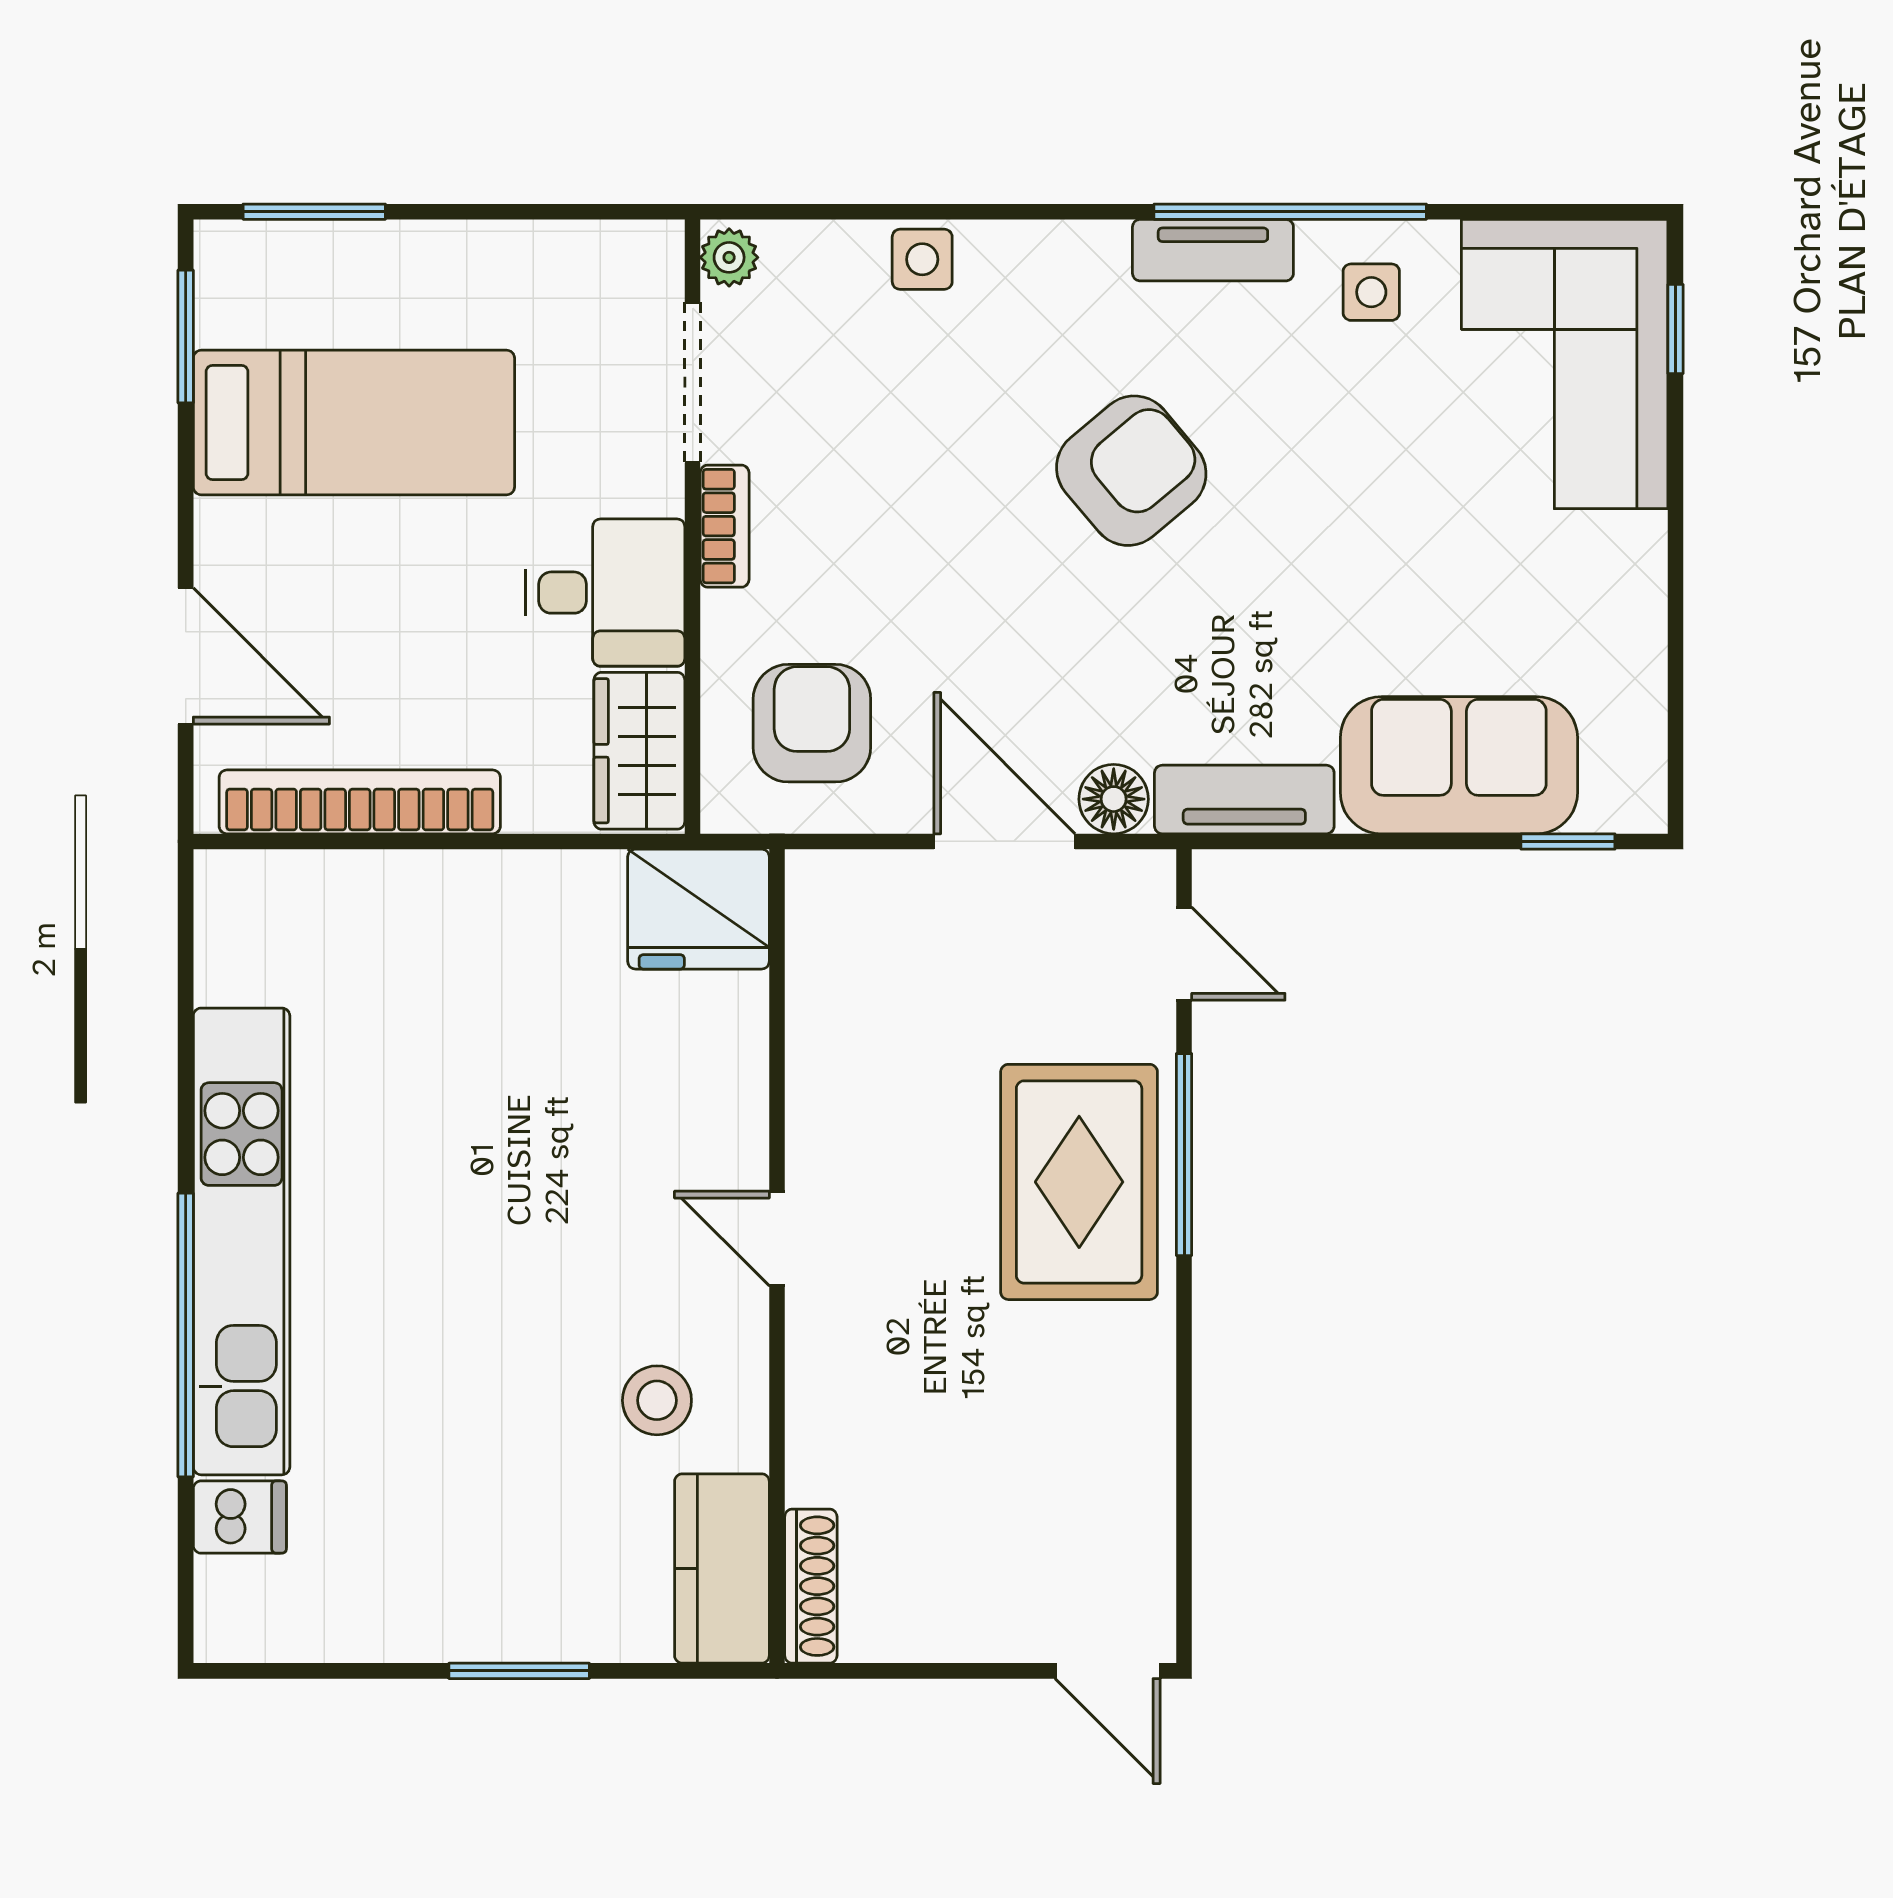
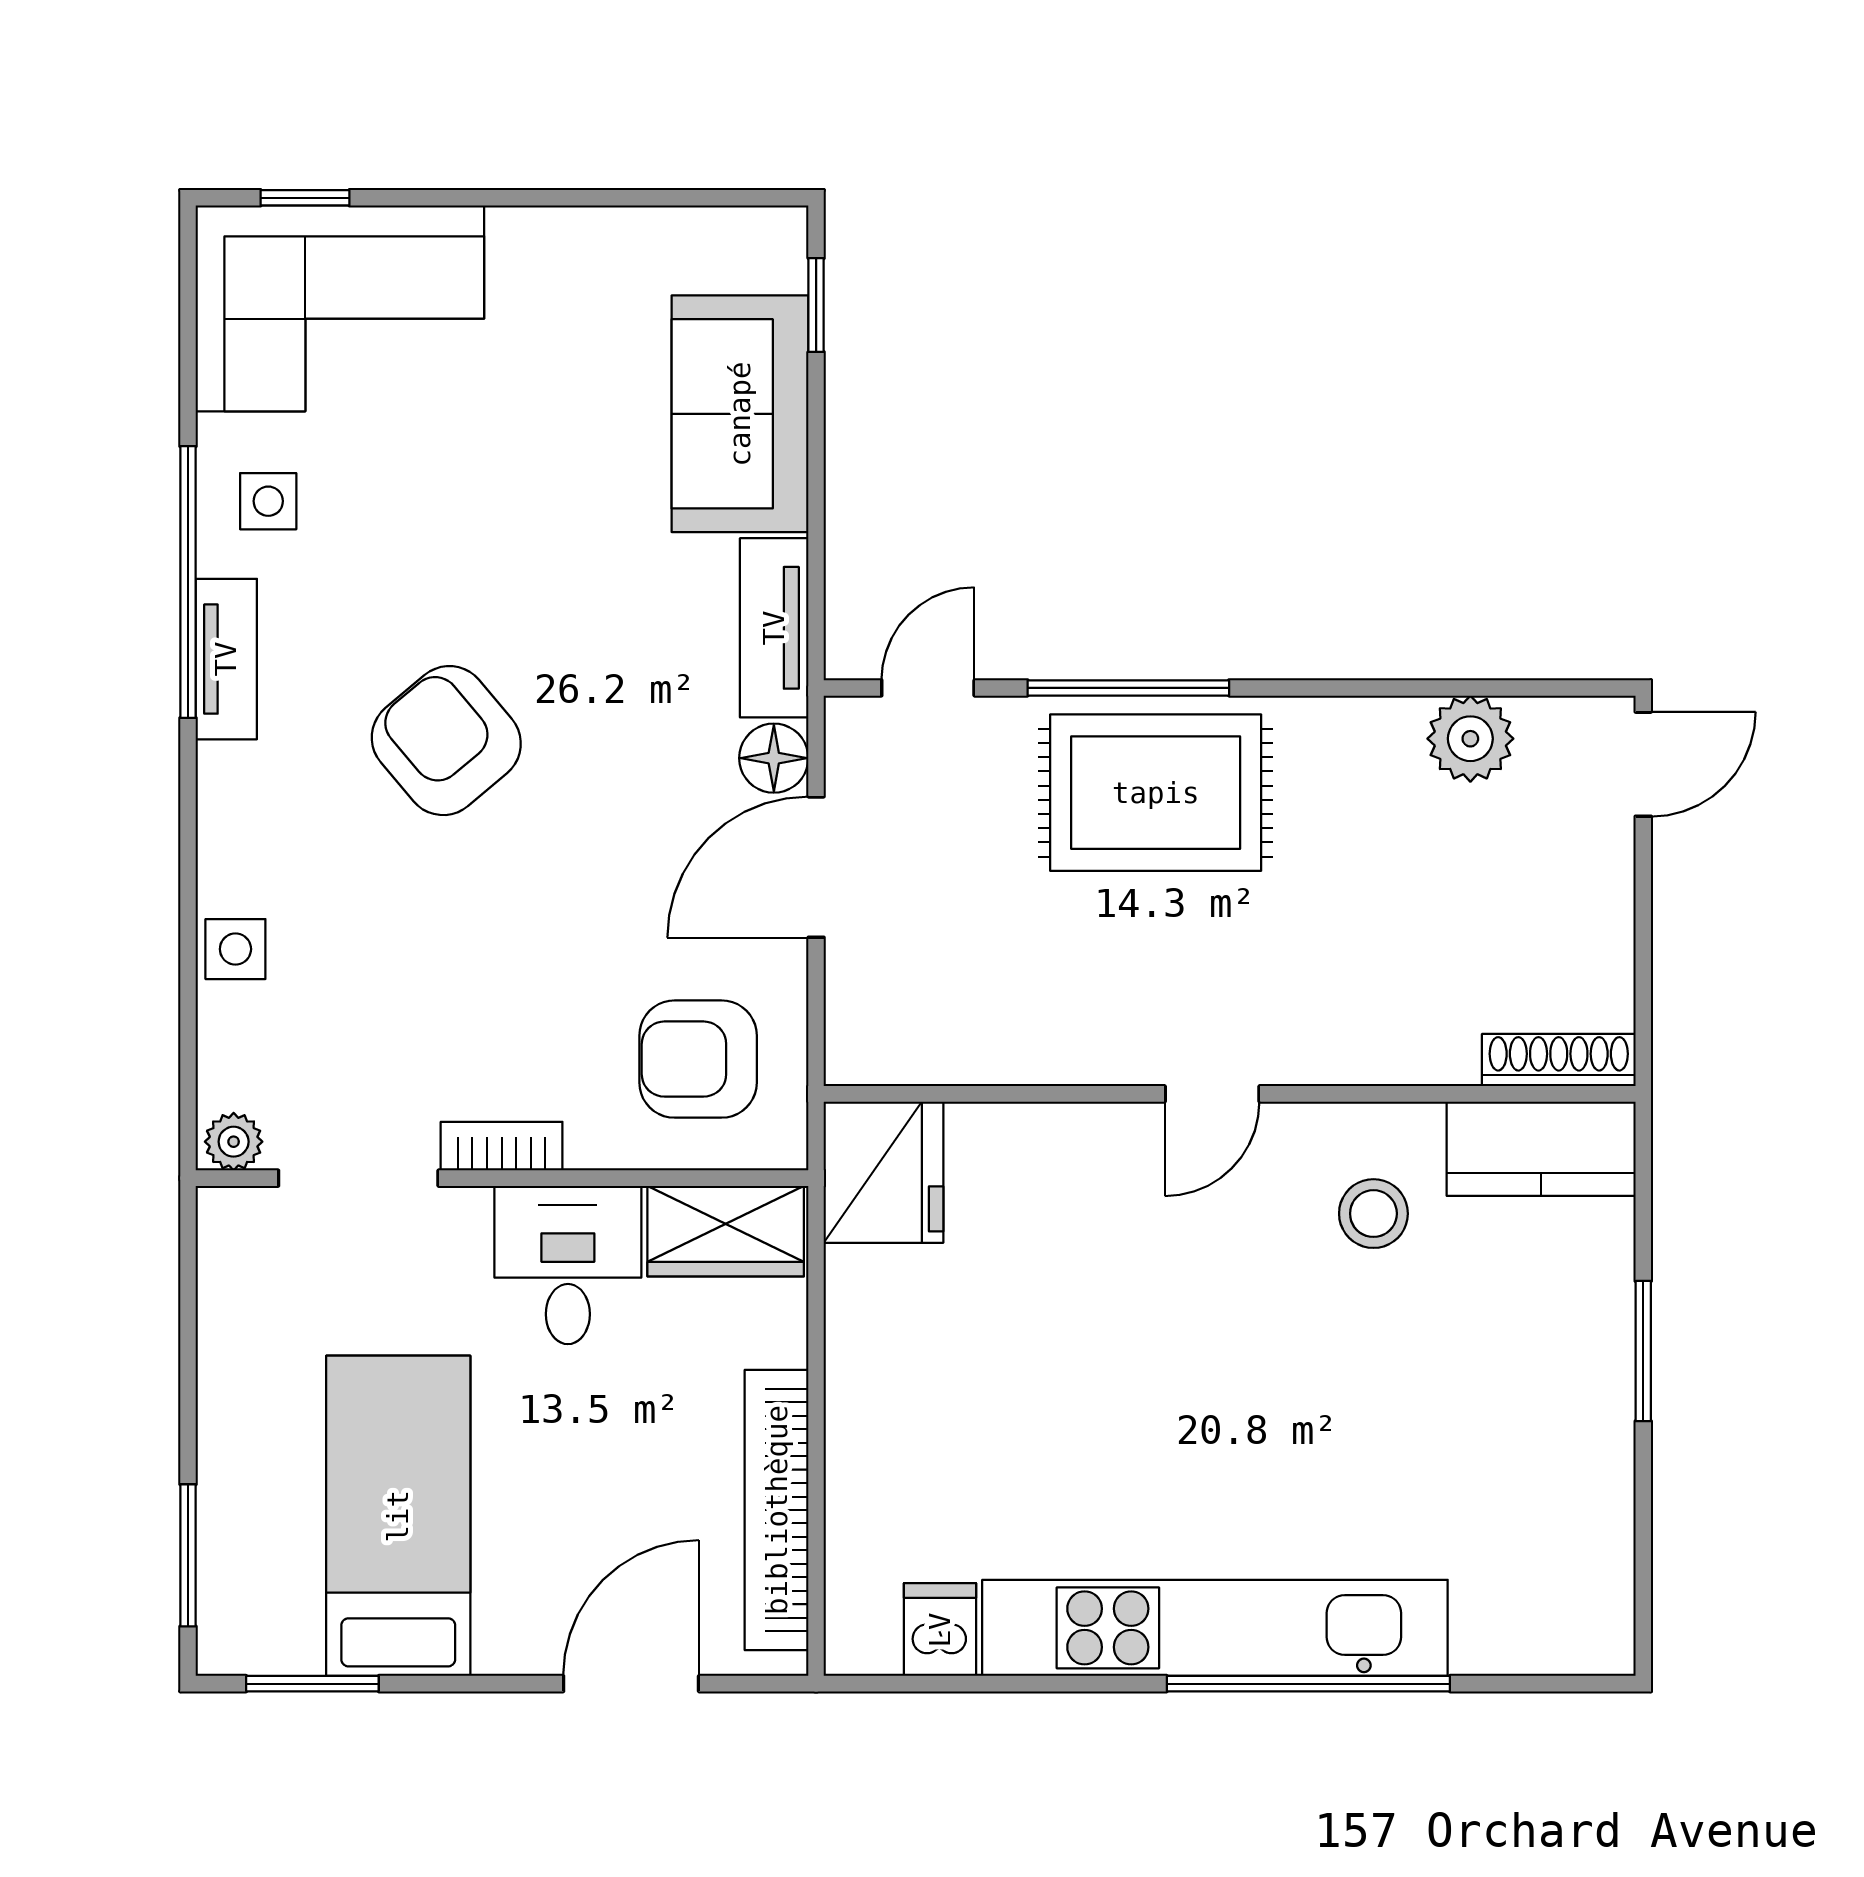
plant: (1133, 1498) -> (1470, 739), added
dishwasher: (240, 1517) -> (940, 1630), moved

